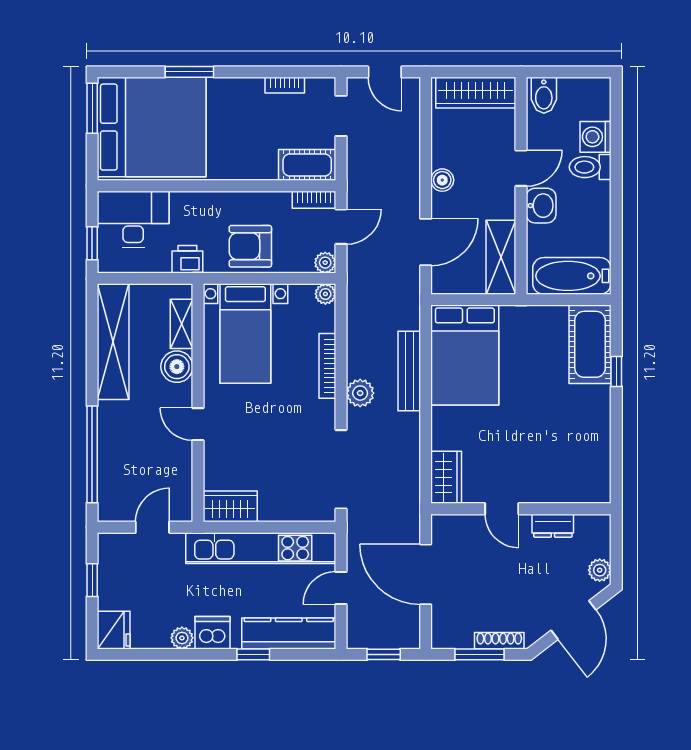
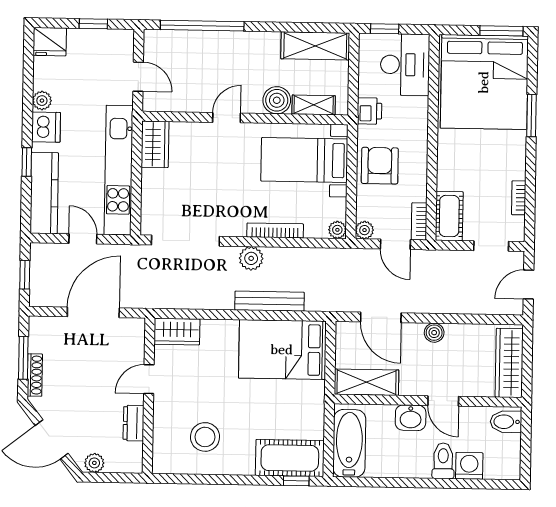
shelving: (113, 342) -> (315, 46), width x0.68
window: (616, 371) -> (296, 481), moved
stool: (567, 443) -> (205, 437), added

